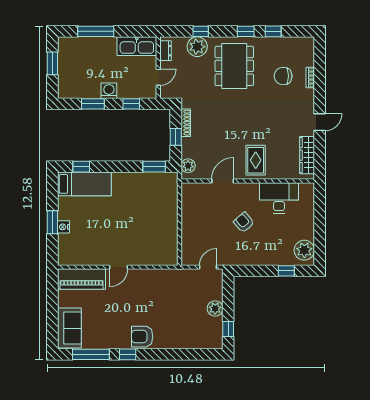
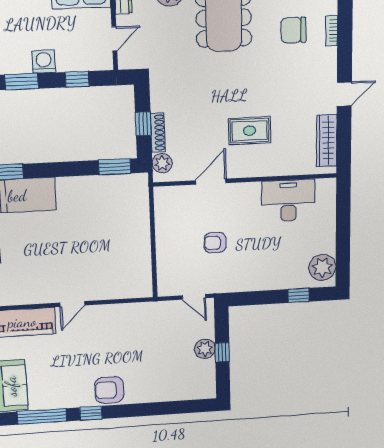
shoe rack: (186, 123) -> (158, 133), moved
rug: (256, 160) -> (250, 131), moved, turned 90
armchair: (244, 222) -> (215, 243), moved, turned -49
door: (208, 267) -> (194, 297), swing flipped
window: (228, 329) -> (222, 352), moved

